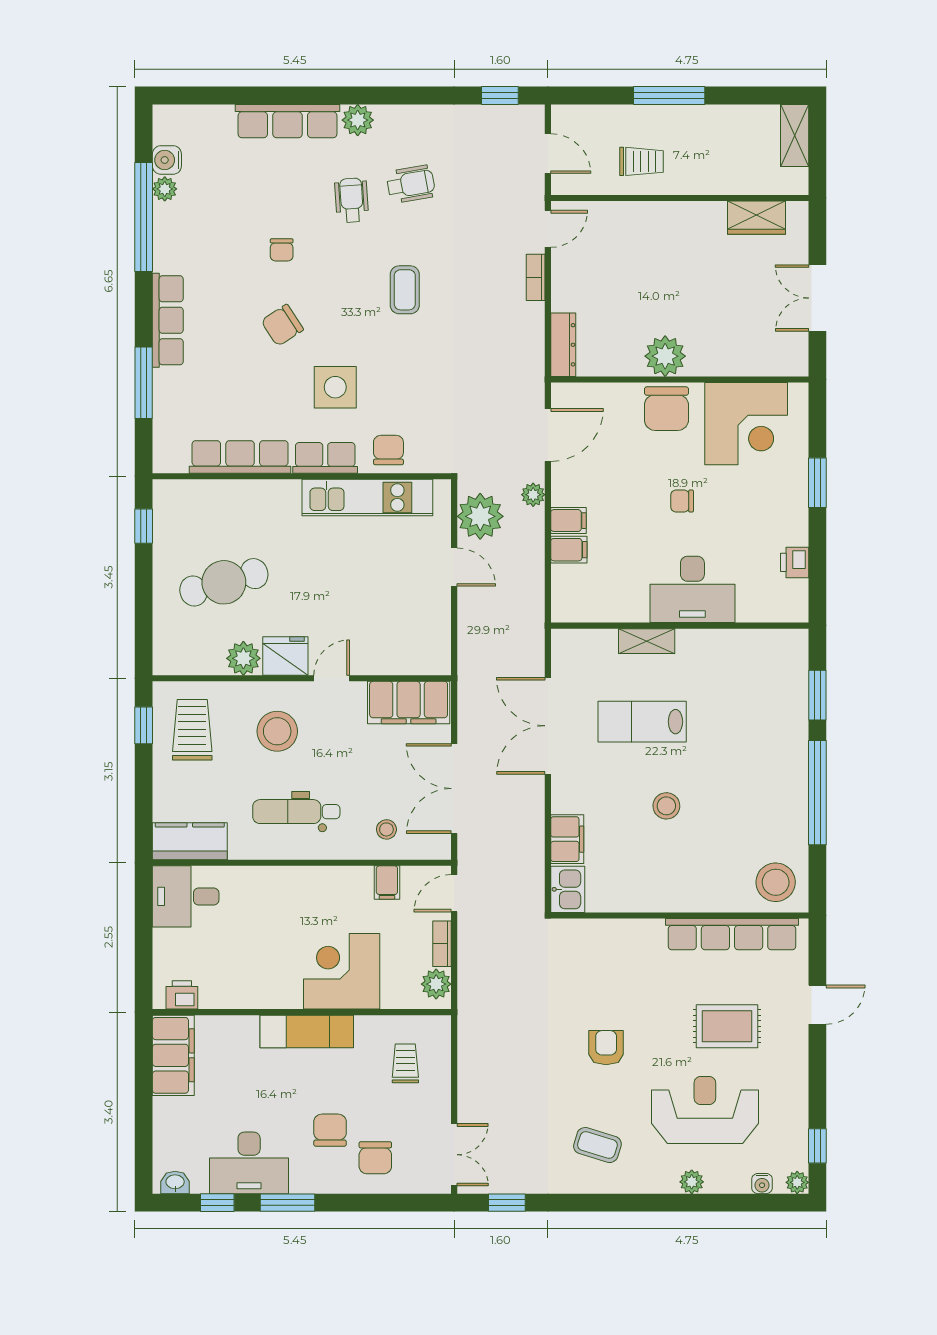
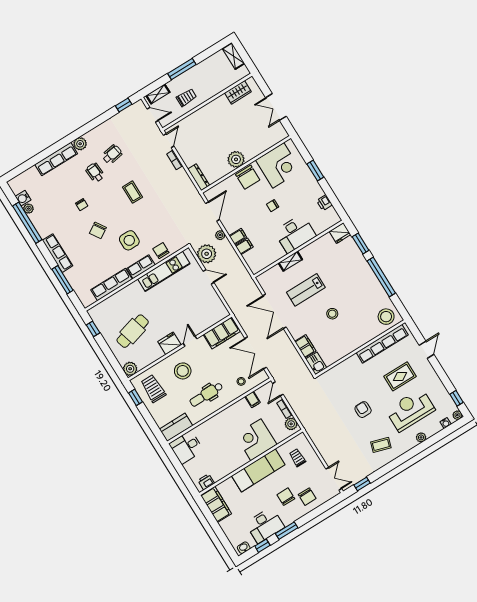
shelving: (586, 117) -> (158, 94), added
fridge: (788, 646) -> (340, 233), added
plant: (243, 658) -> (130, 369), moved
exam couch: (307, 1031) -> (258, 470), width x1.36, depth x1.45

